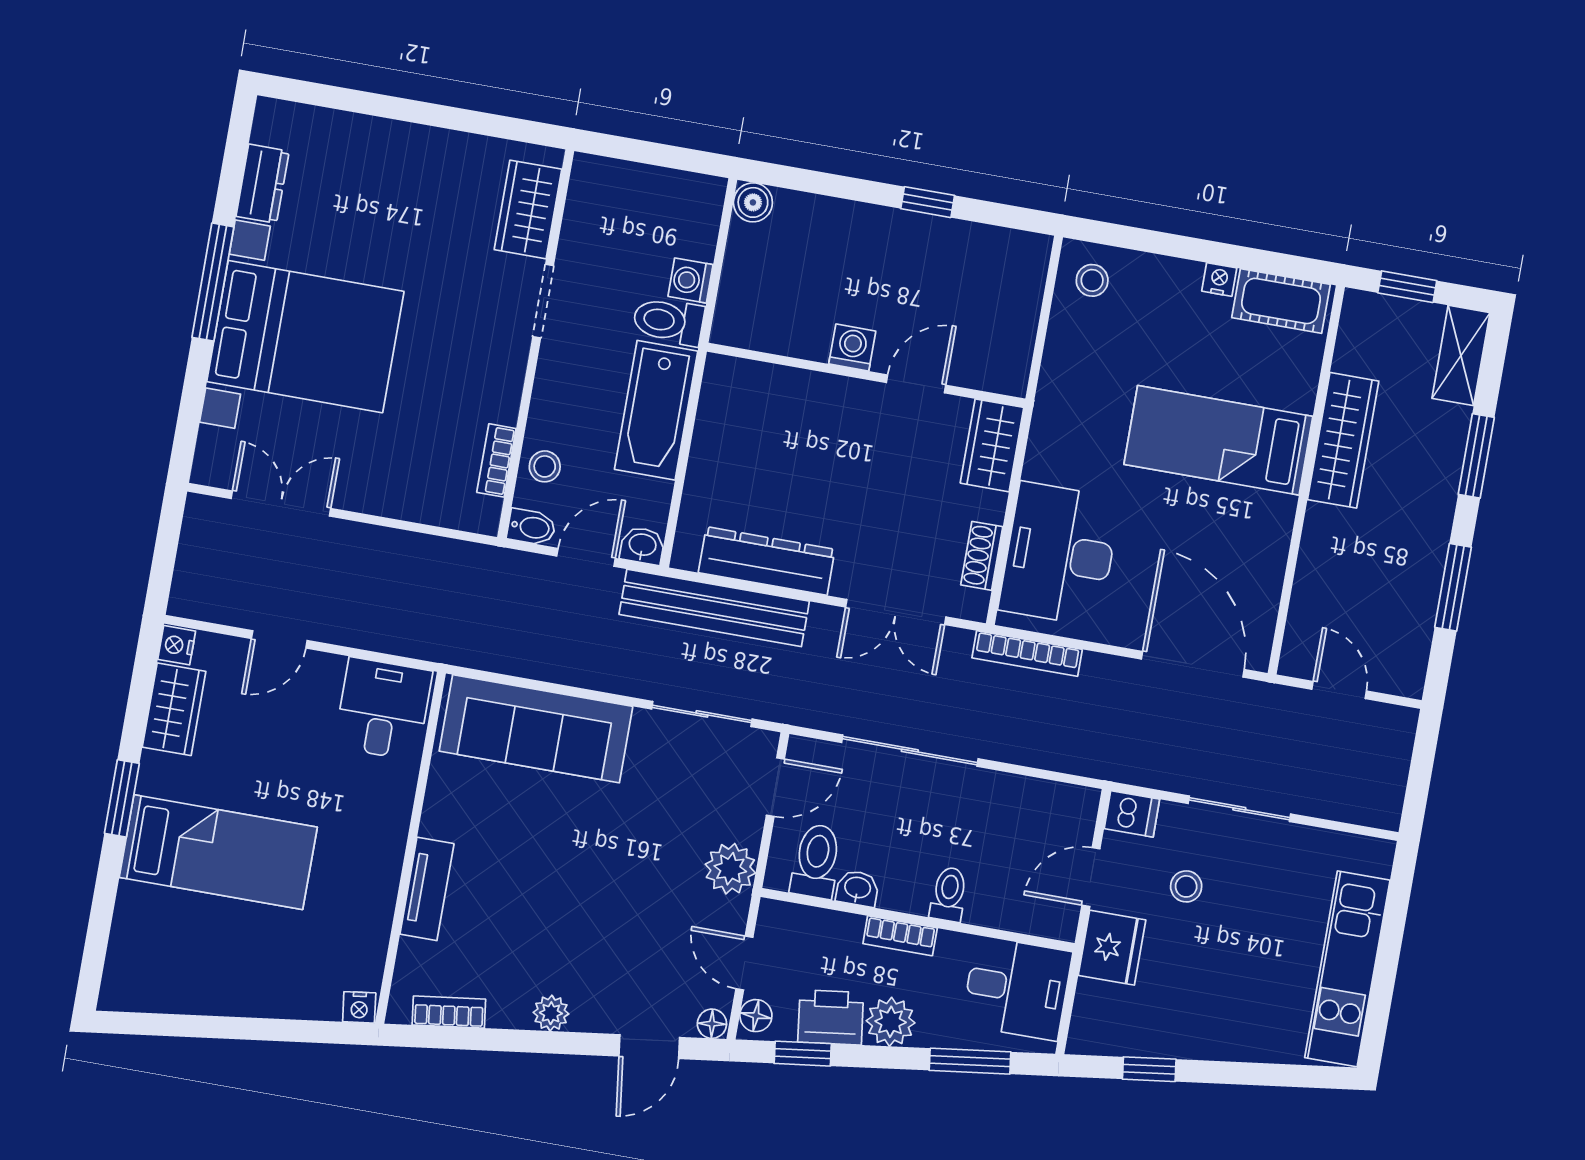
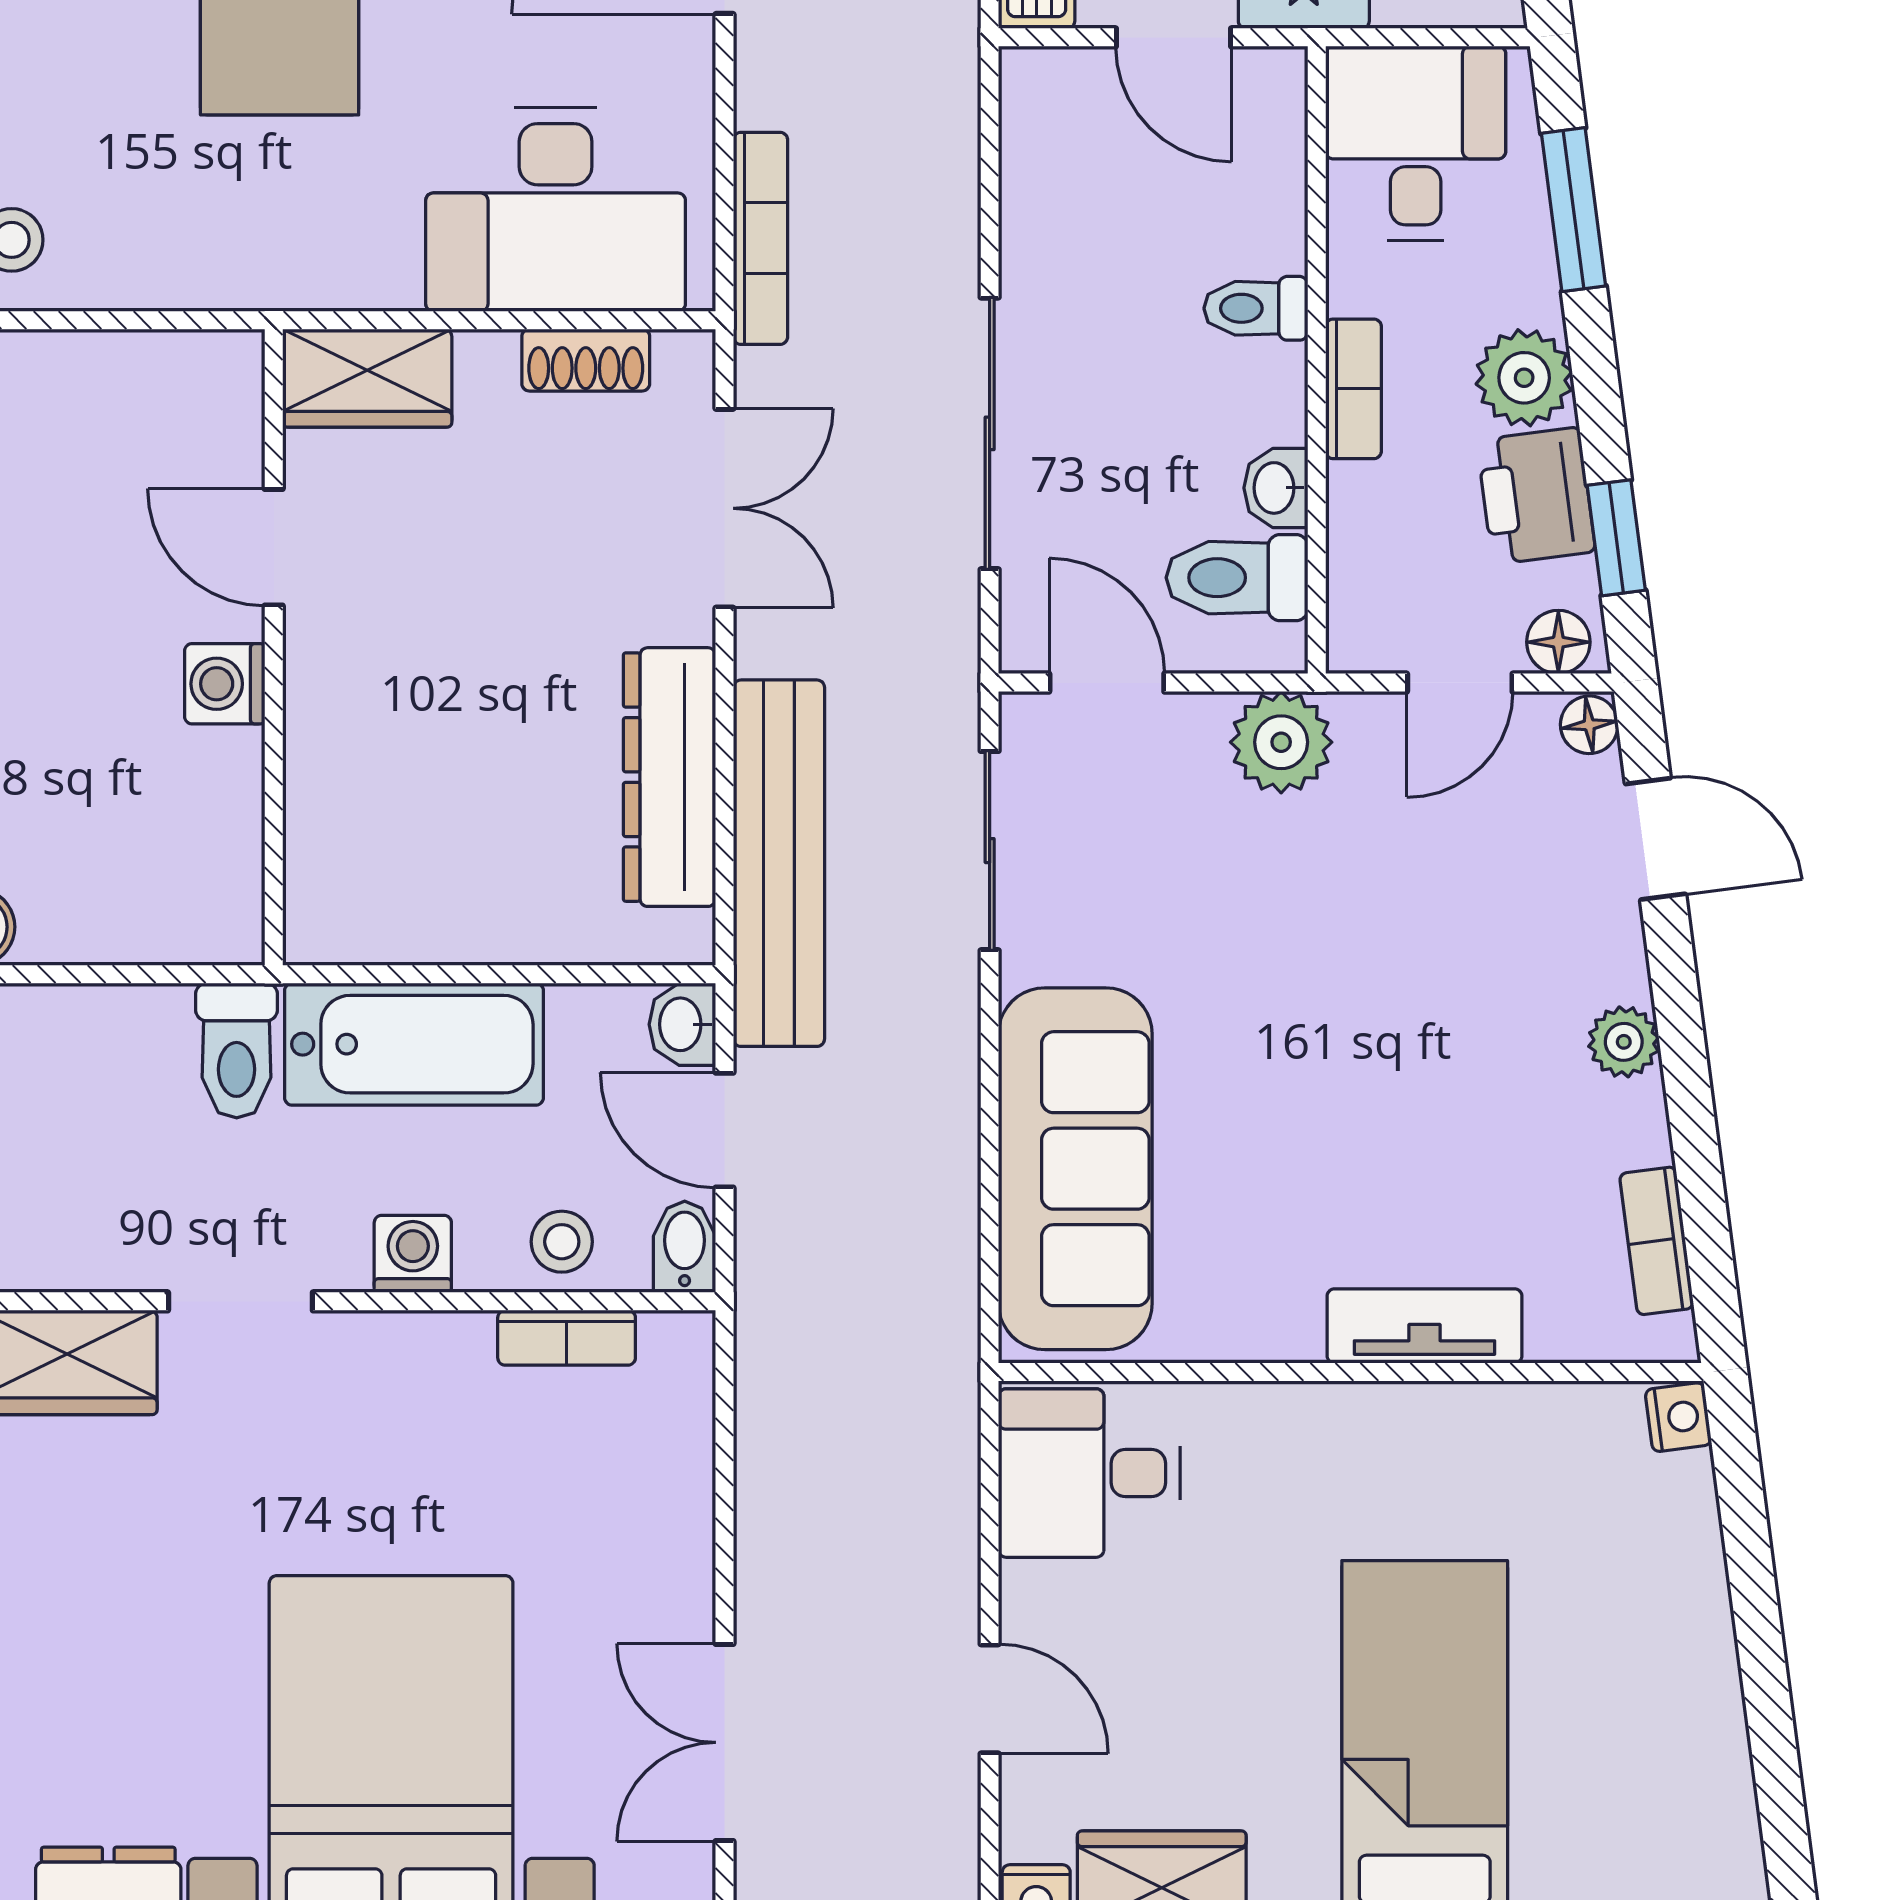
washing machine: (690, 281) -> (413, 1254), moved, turned 180

